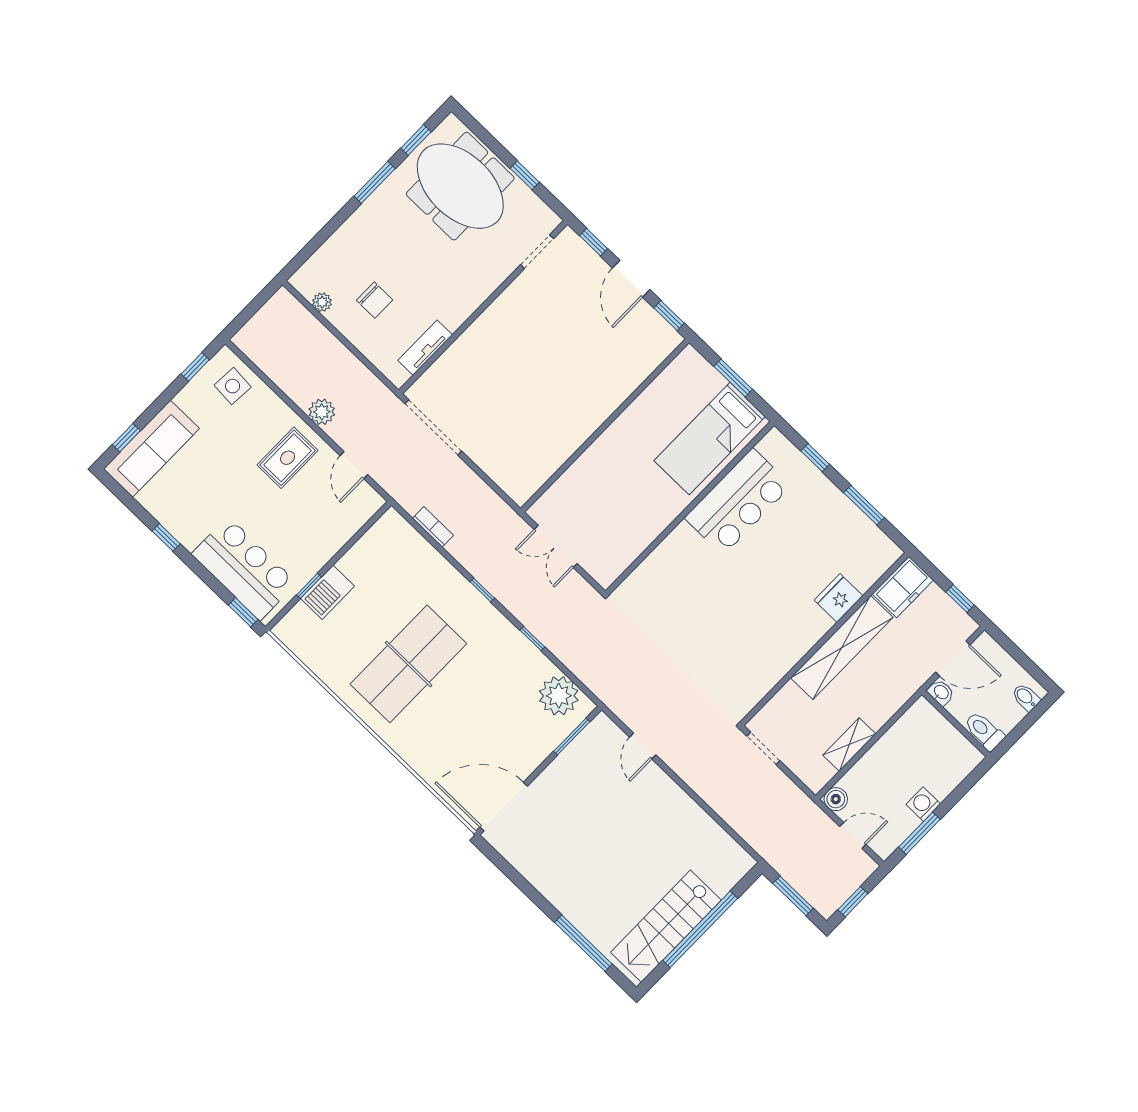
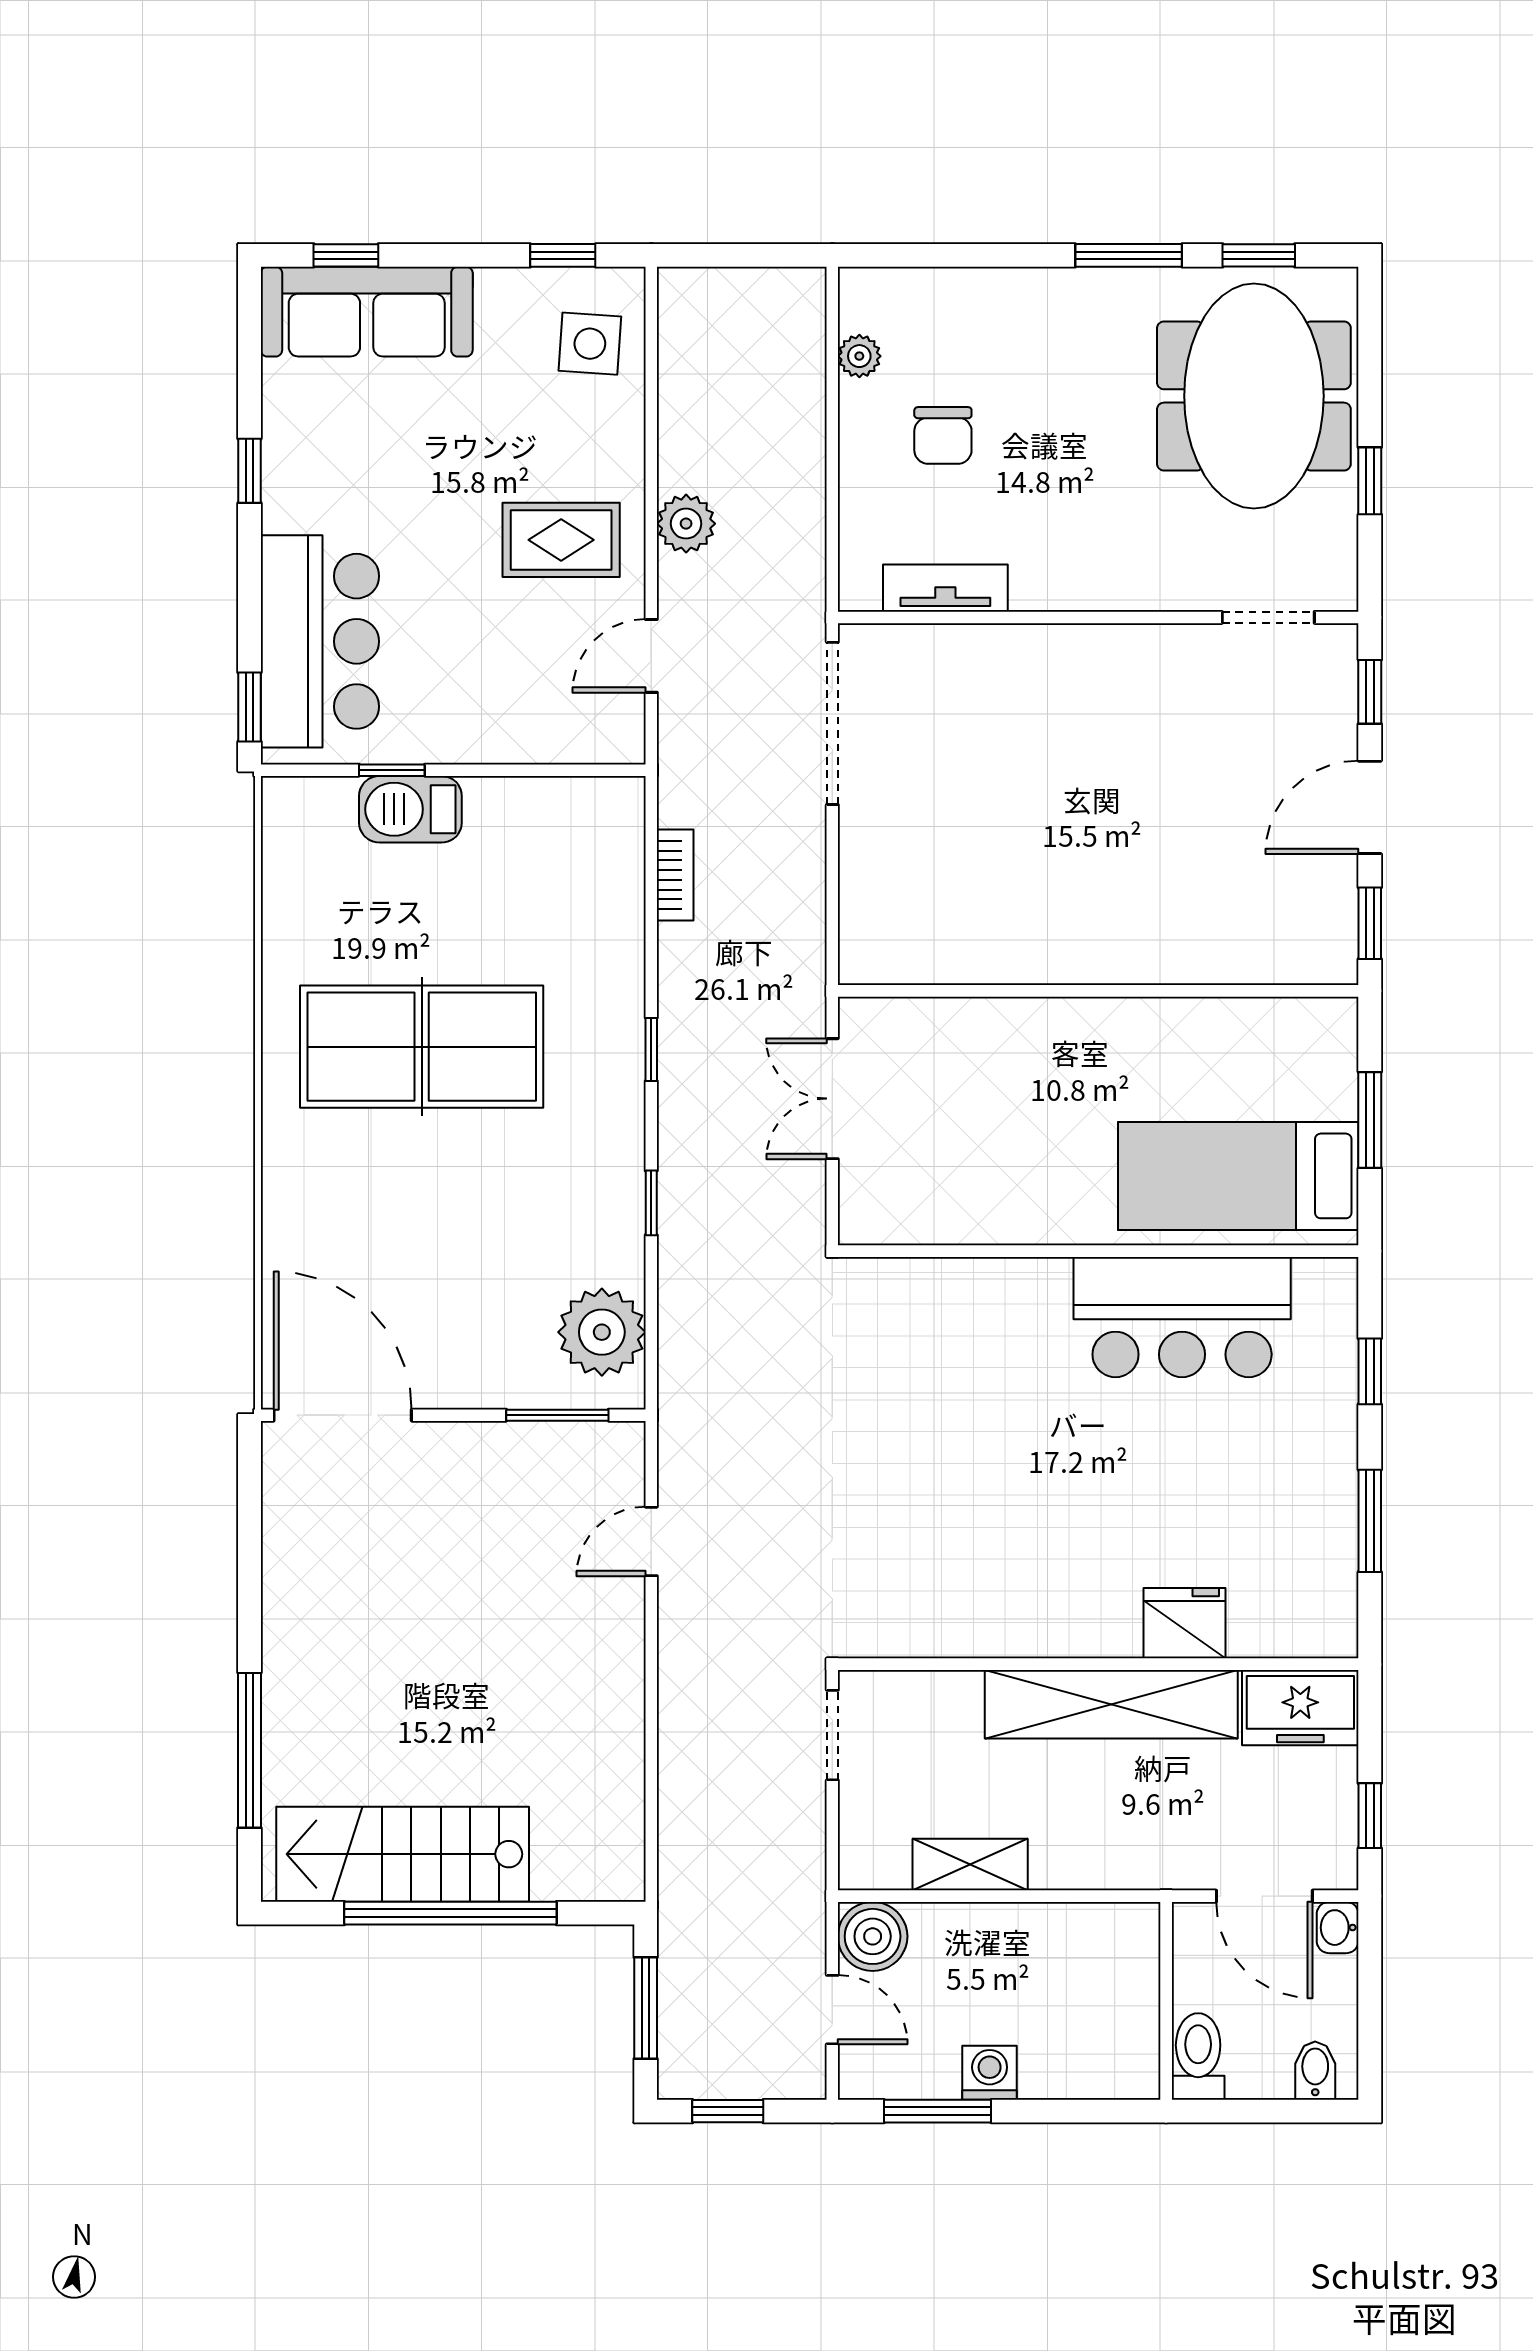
washbasin: (941, 692) -> (1338, 1928), moved, turned 180
boiler: (836, 799) -> (873, 1936), width x1.36, depth x1.36

